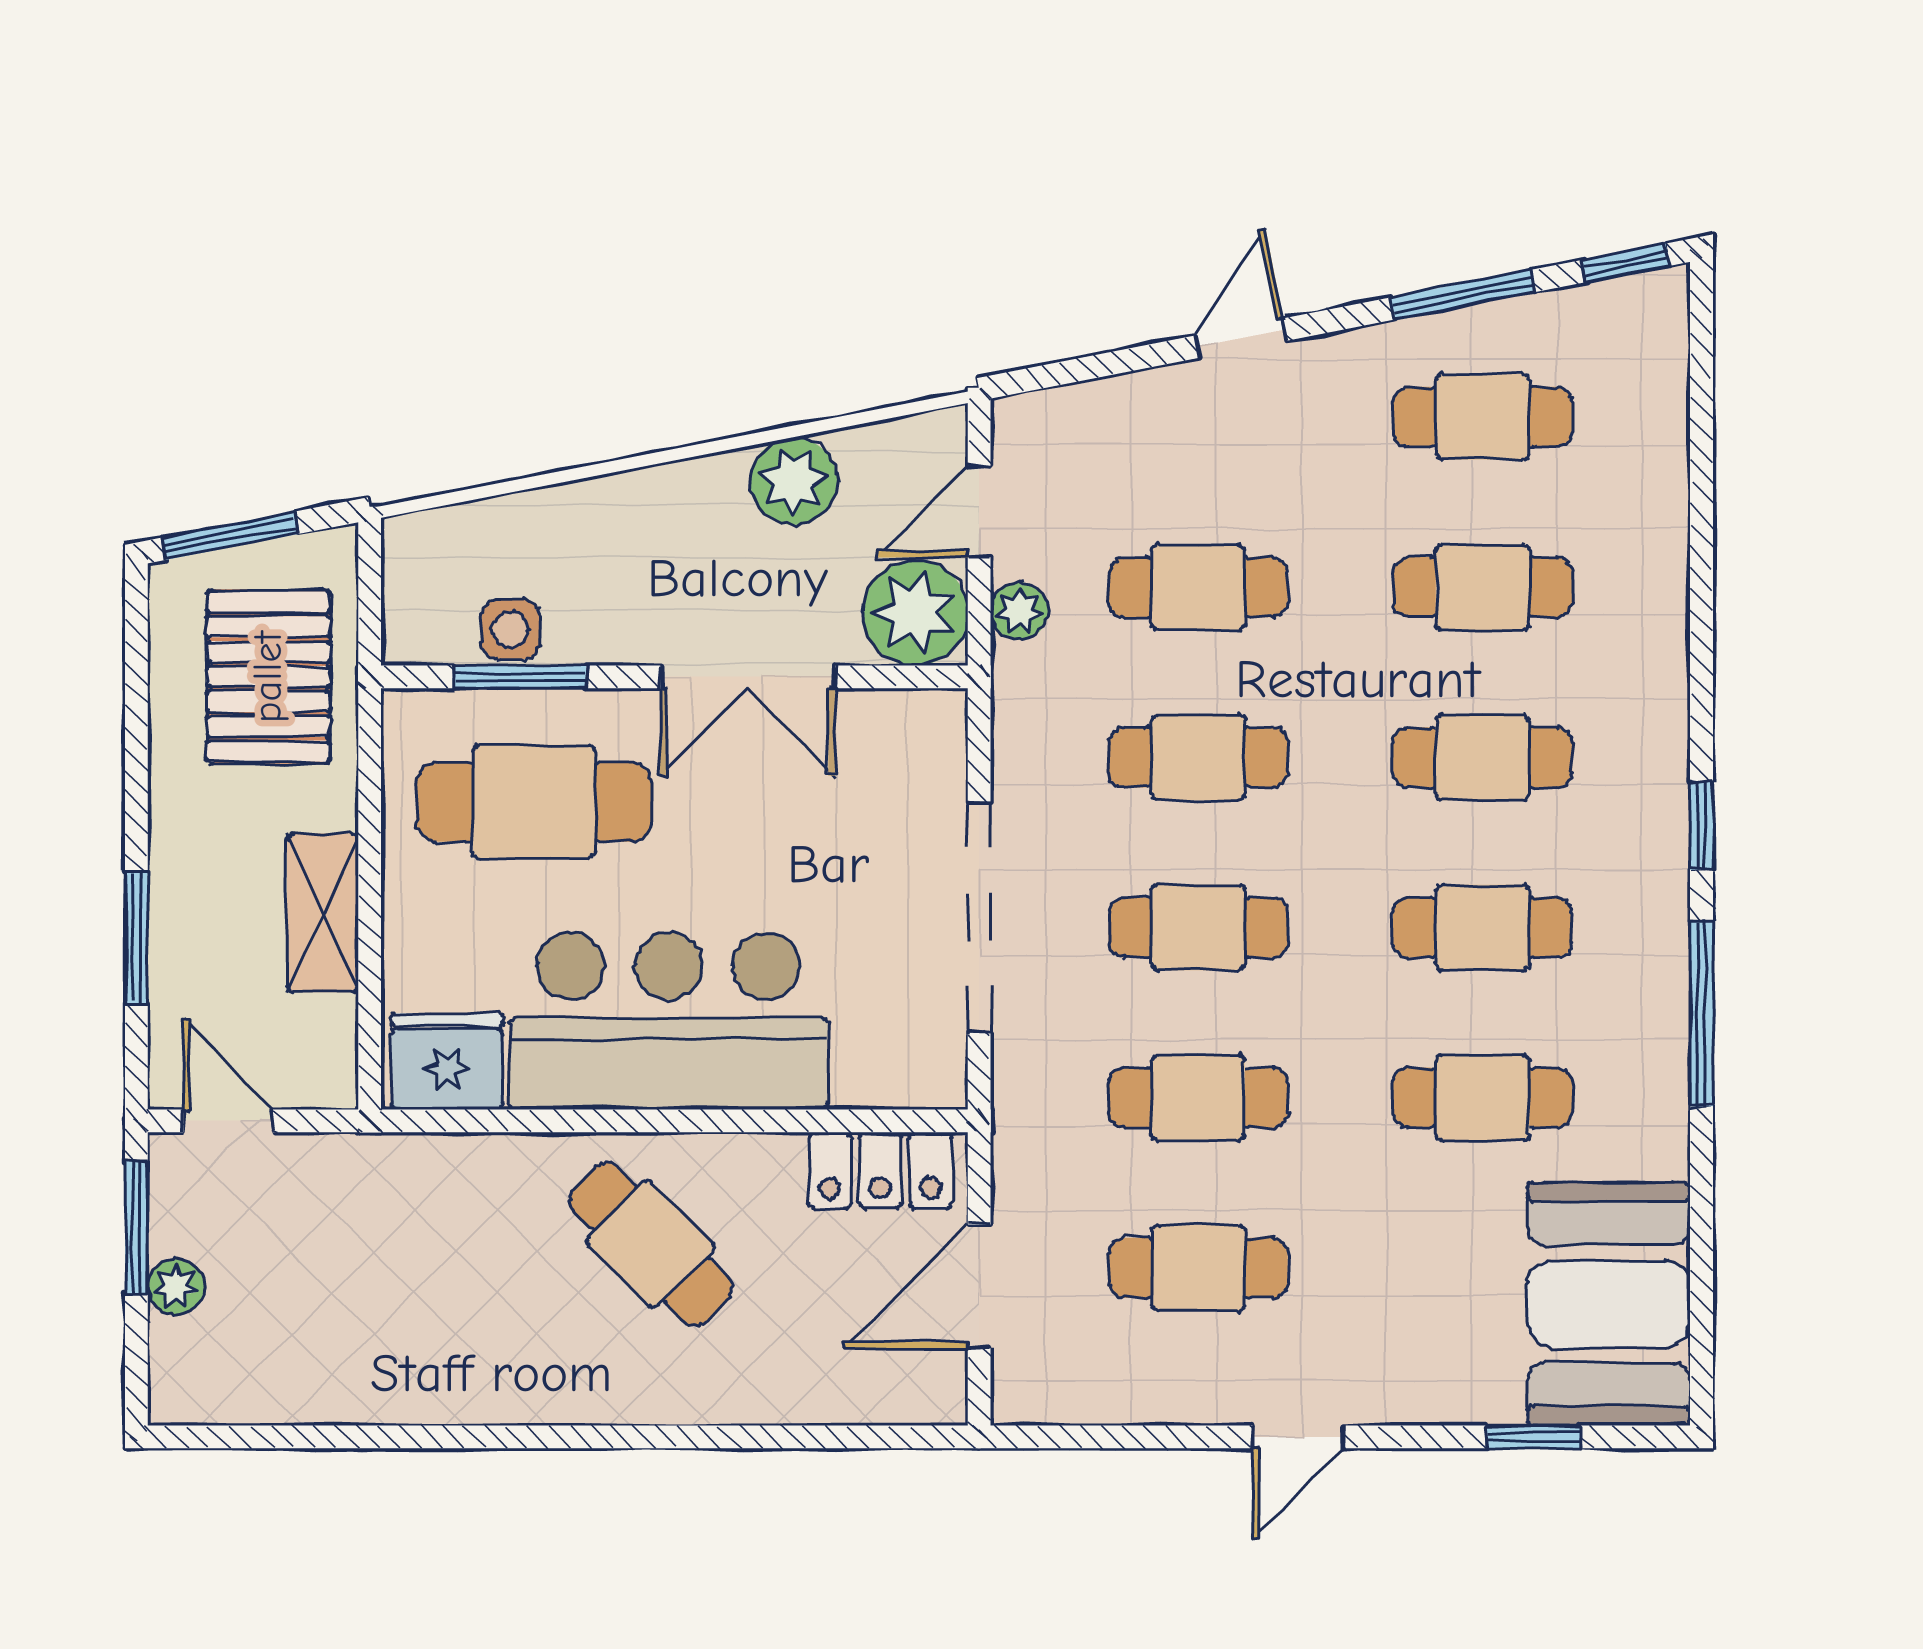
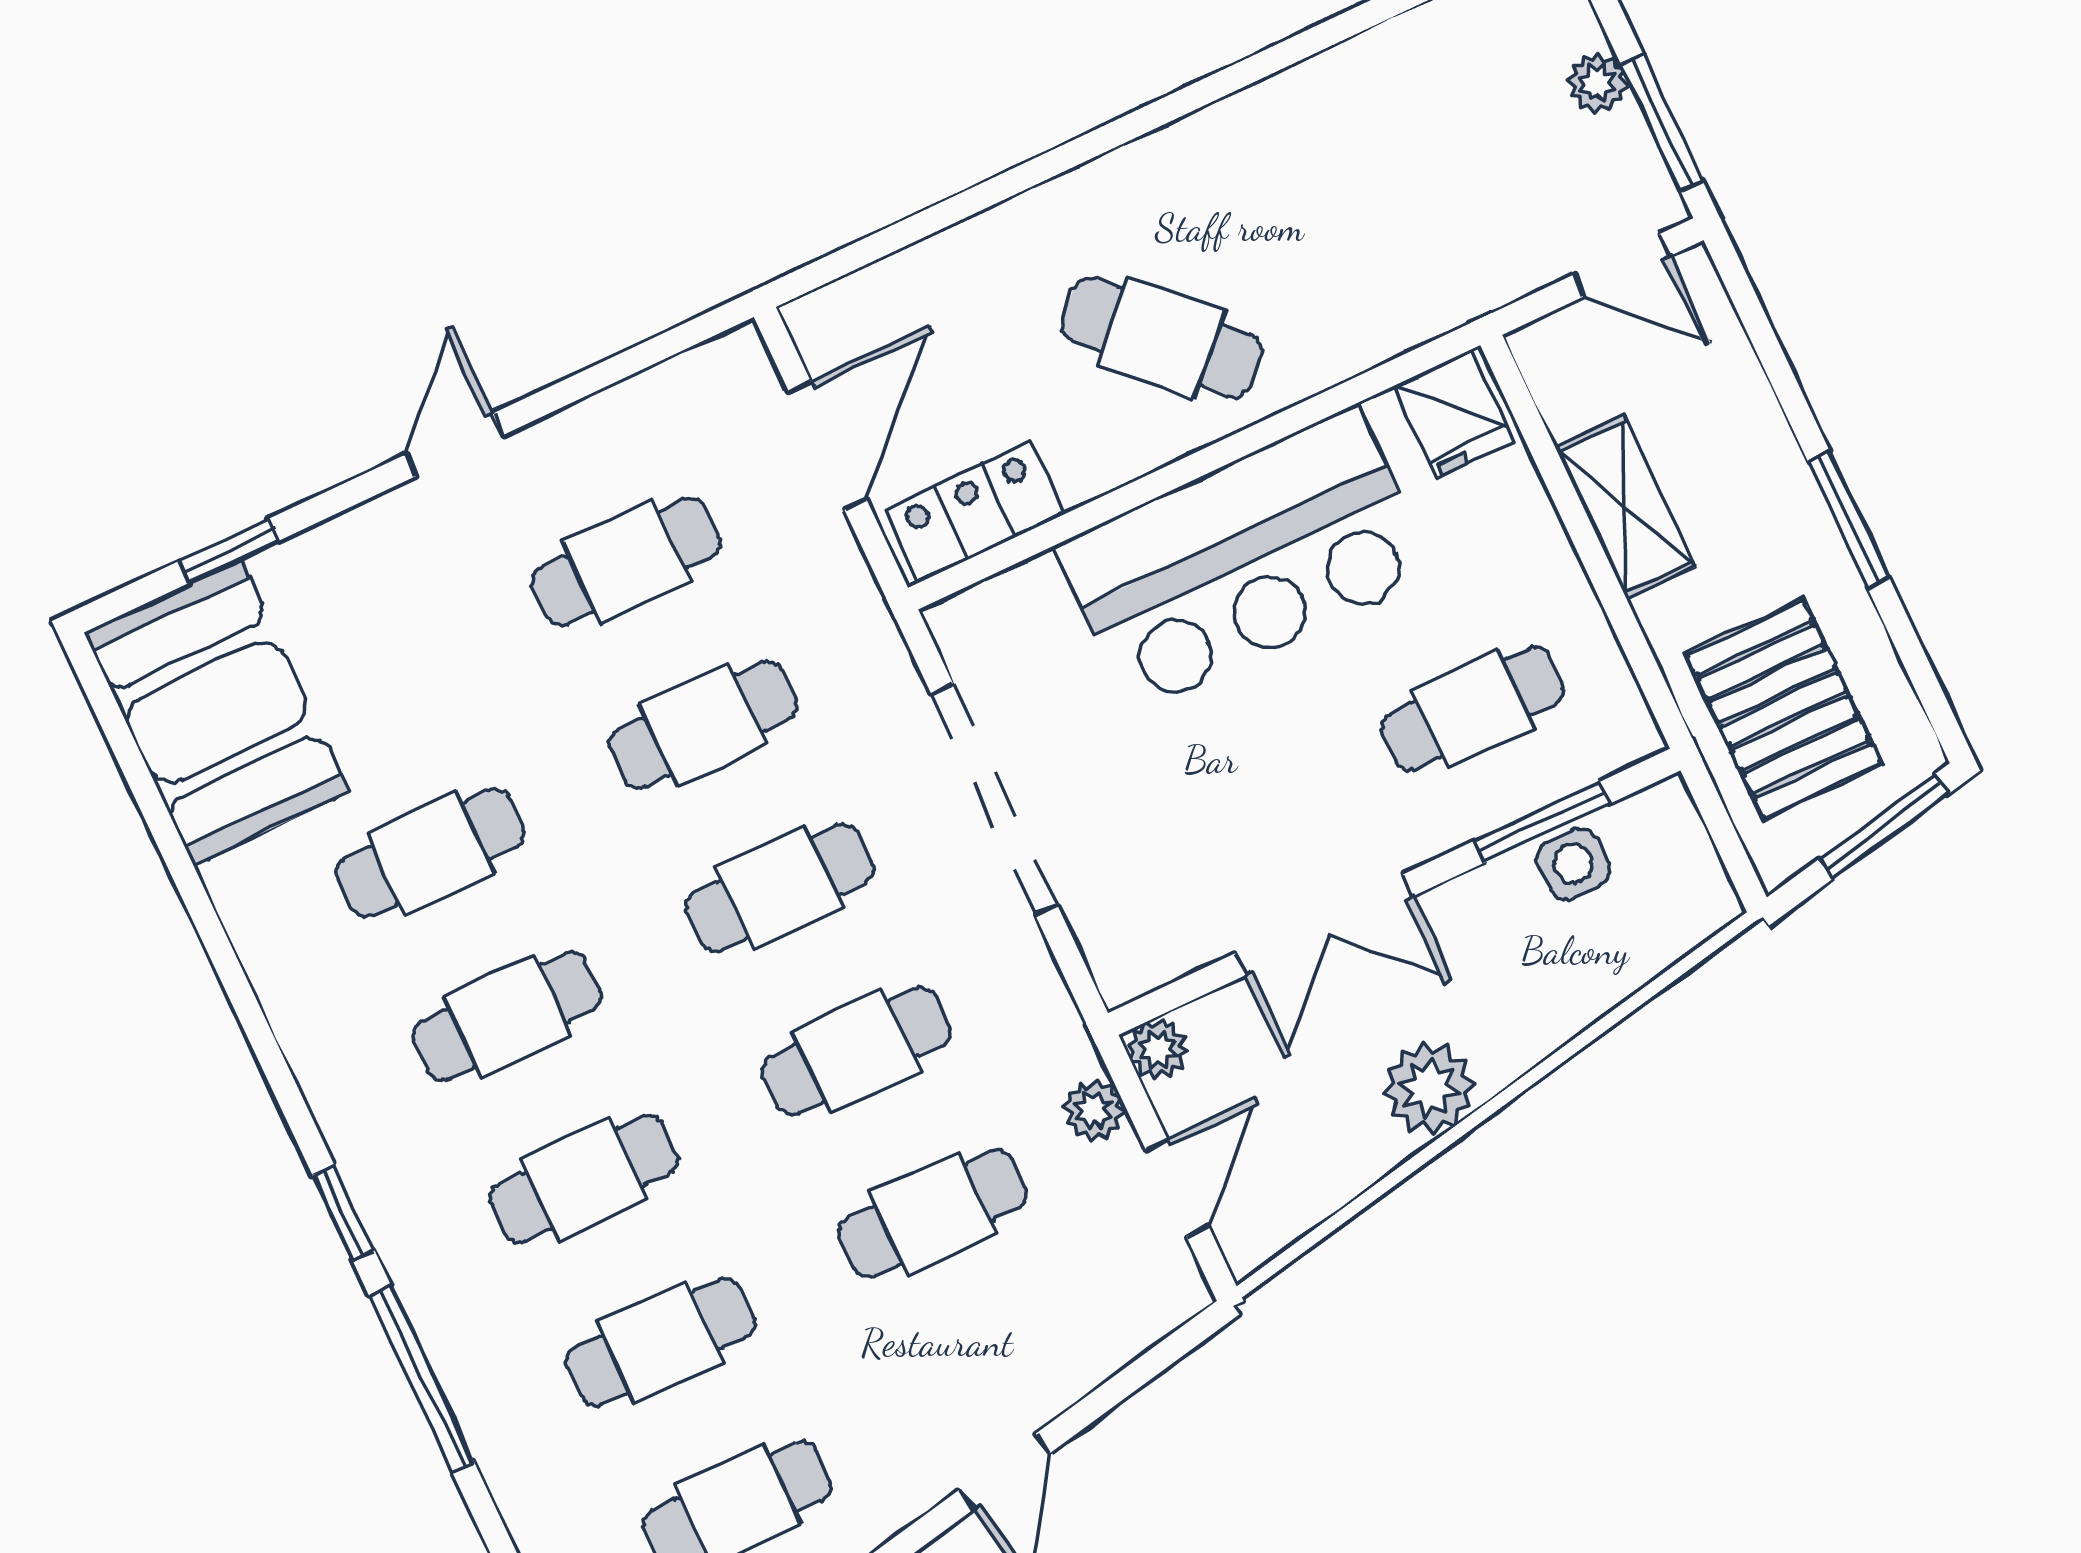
plant: (794, 481) -> (1429, 1088), moved
plant: (915, 613) -> (1158, 1049), width x0.53, depth x0.53
double door: (748, 677) -> (1324, 925), swing flipped
cafe table: (534, 802) -> (1473, 709), width x0.73, depth x0.74
window: (136, 937) -> (1849, 520), moved
window: (1702, 1014) -> (422, 1379), moved
fridge: (447, 1061) -> (1454, 414), width x0.72

